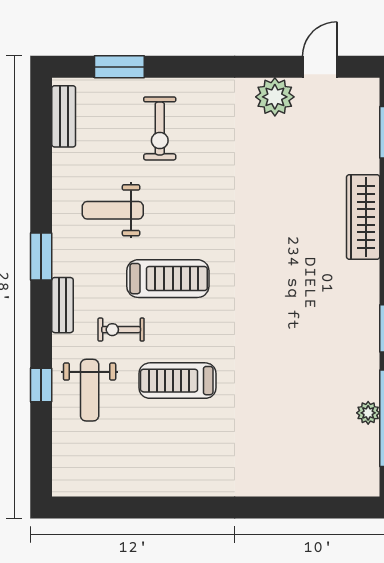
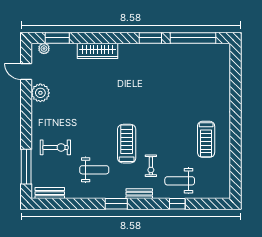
window: (119, 67) -> (26, 167), width x1.44
weight bench: (113, 210) -> (94, 170), turned -90
treadmill: (178, 381) -> (206, 139), moved
weight bench: (90, 390) -> (180, 181), turned 180
plant: (368, 413) -> (44, 49), moved

